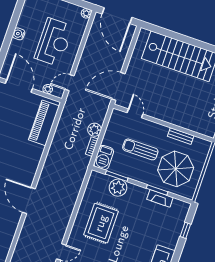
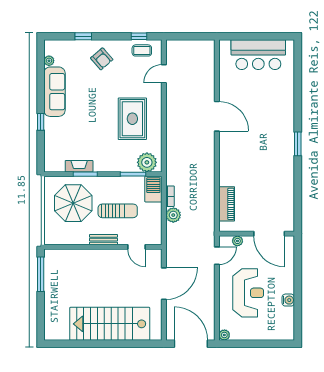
water cooler: (19, 34) -> (288, 300), moved
reception desk: (54, 42) -> (248, 293), turned 180
door: (118, 86) -> (164, 284), moved
piano: (44, 123) -> (227, 204), width x0.73, depth x0.75
bench: (181, 136) -> (104, 240), moved
plant: (118, 188) -> (147, 162), moved
window: (185, 230) -> (41, 122), moved

